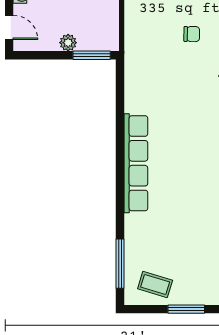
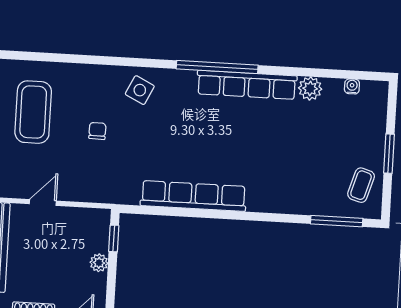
window: (92, 55) -> (114, 238), width x0.67
row of seats: (136, 163) -> (193, 196), moved

